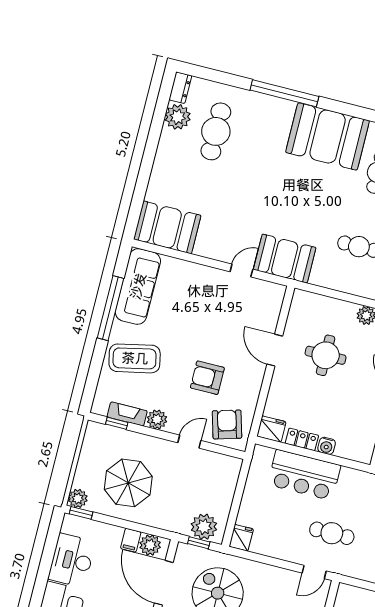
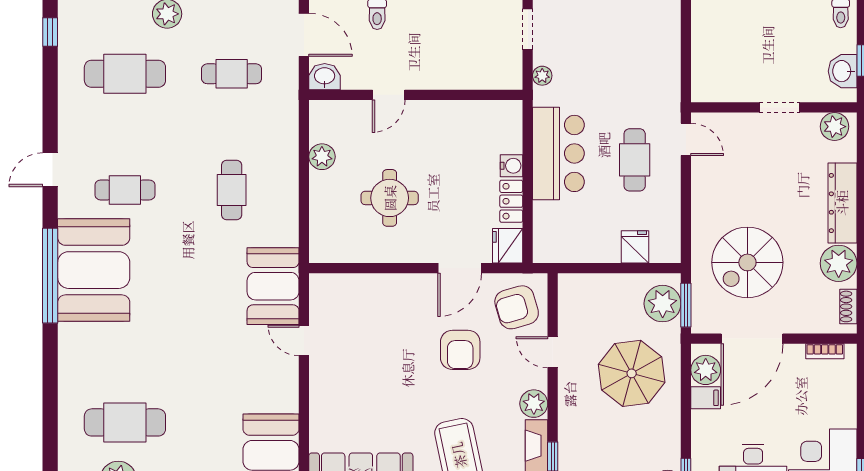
window: (284, 93) -> (50, 276), moved
door: (275, 350) -> (460, 268), moved
bar counter: (304, 475) -> (558, 153), moved
parasol: (128, 483) -> (632, 373), moved
cafe table: (332, 533) -> (635, 160), moved
fridge: (241, 538) -> (635, 247), moved, turned 90
window: (199, 543) -> (686, 305), width x1.50

